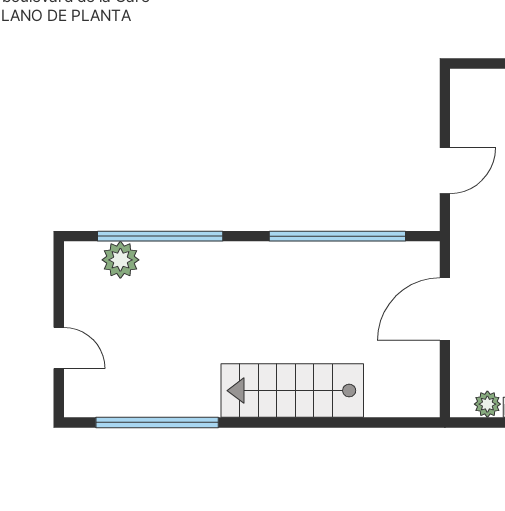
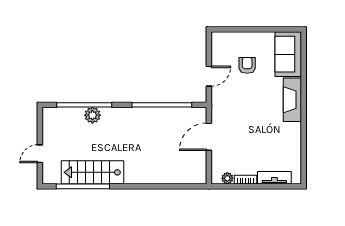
plant: (120, 260) -> (92, 115), moved
door: (59, 348) -> (40, 154), swing flipped
stairs: (292, 391) -> (92, 172), moved

